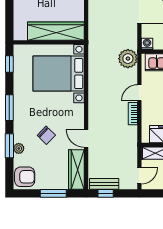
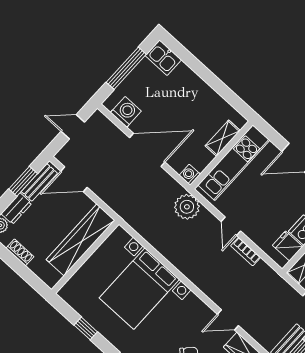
wardrobe: (56, 31) -> (81, 240), moved
wall: (49, 42) -> (85, 257), moved

